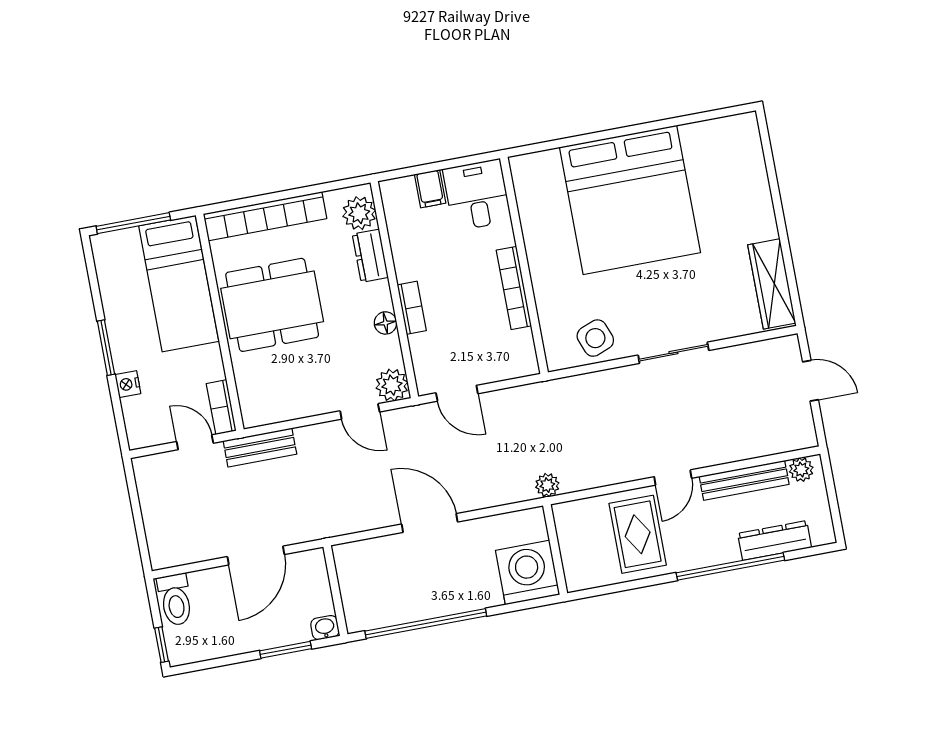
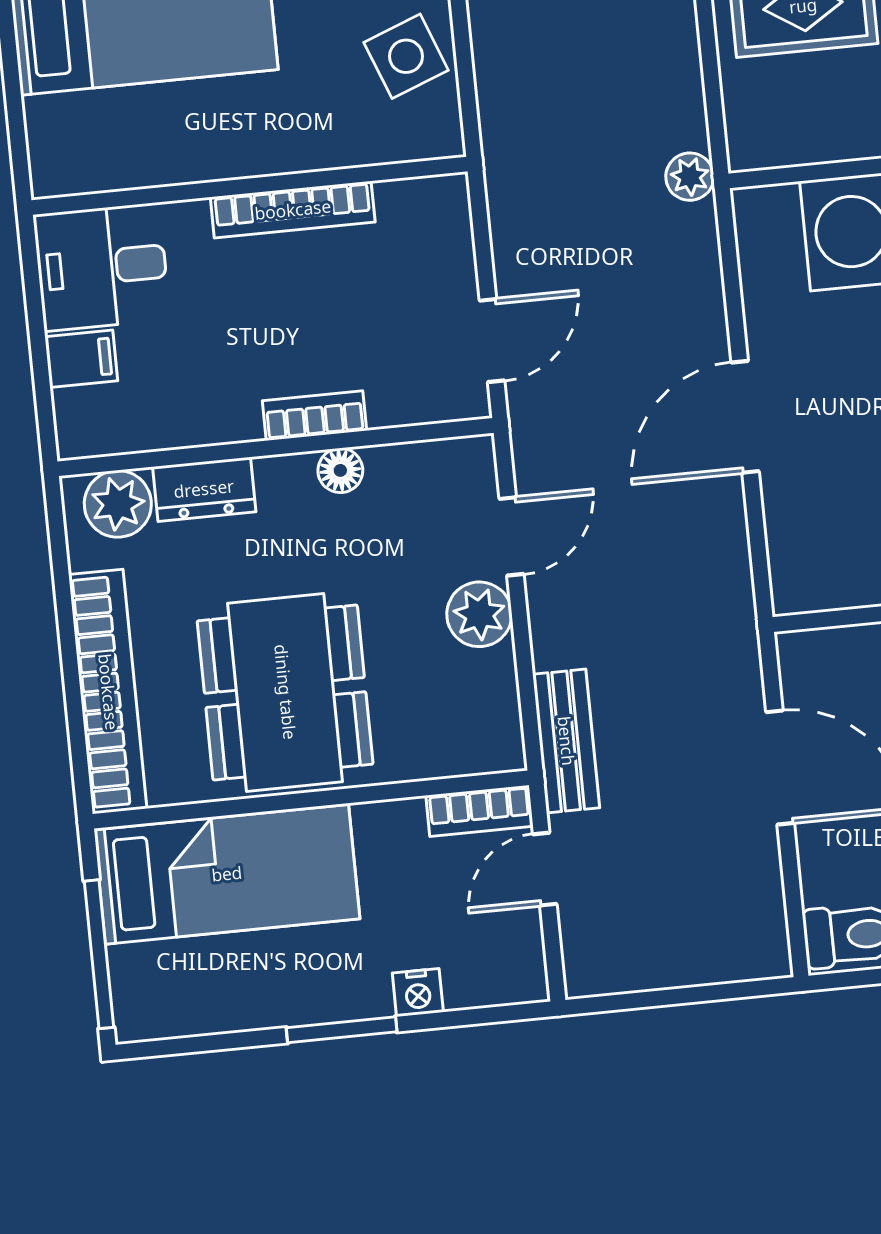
plant: (392, 385) -> (479, 614), moved

